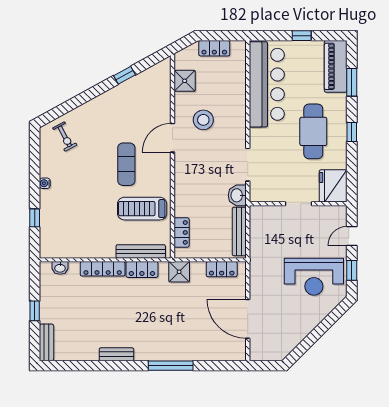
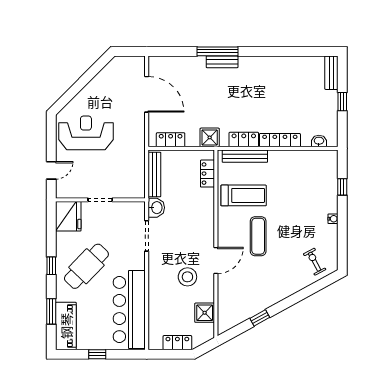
cafe table: (313, 131) -> (86, 266), turned 44
window: (352, 270) -> (51, 139), removed
bench: (116, 354) -> (222, 62), moved

